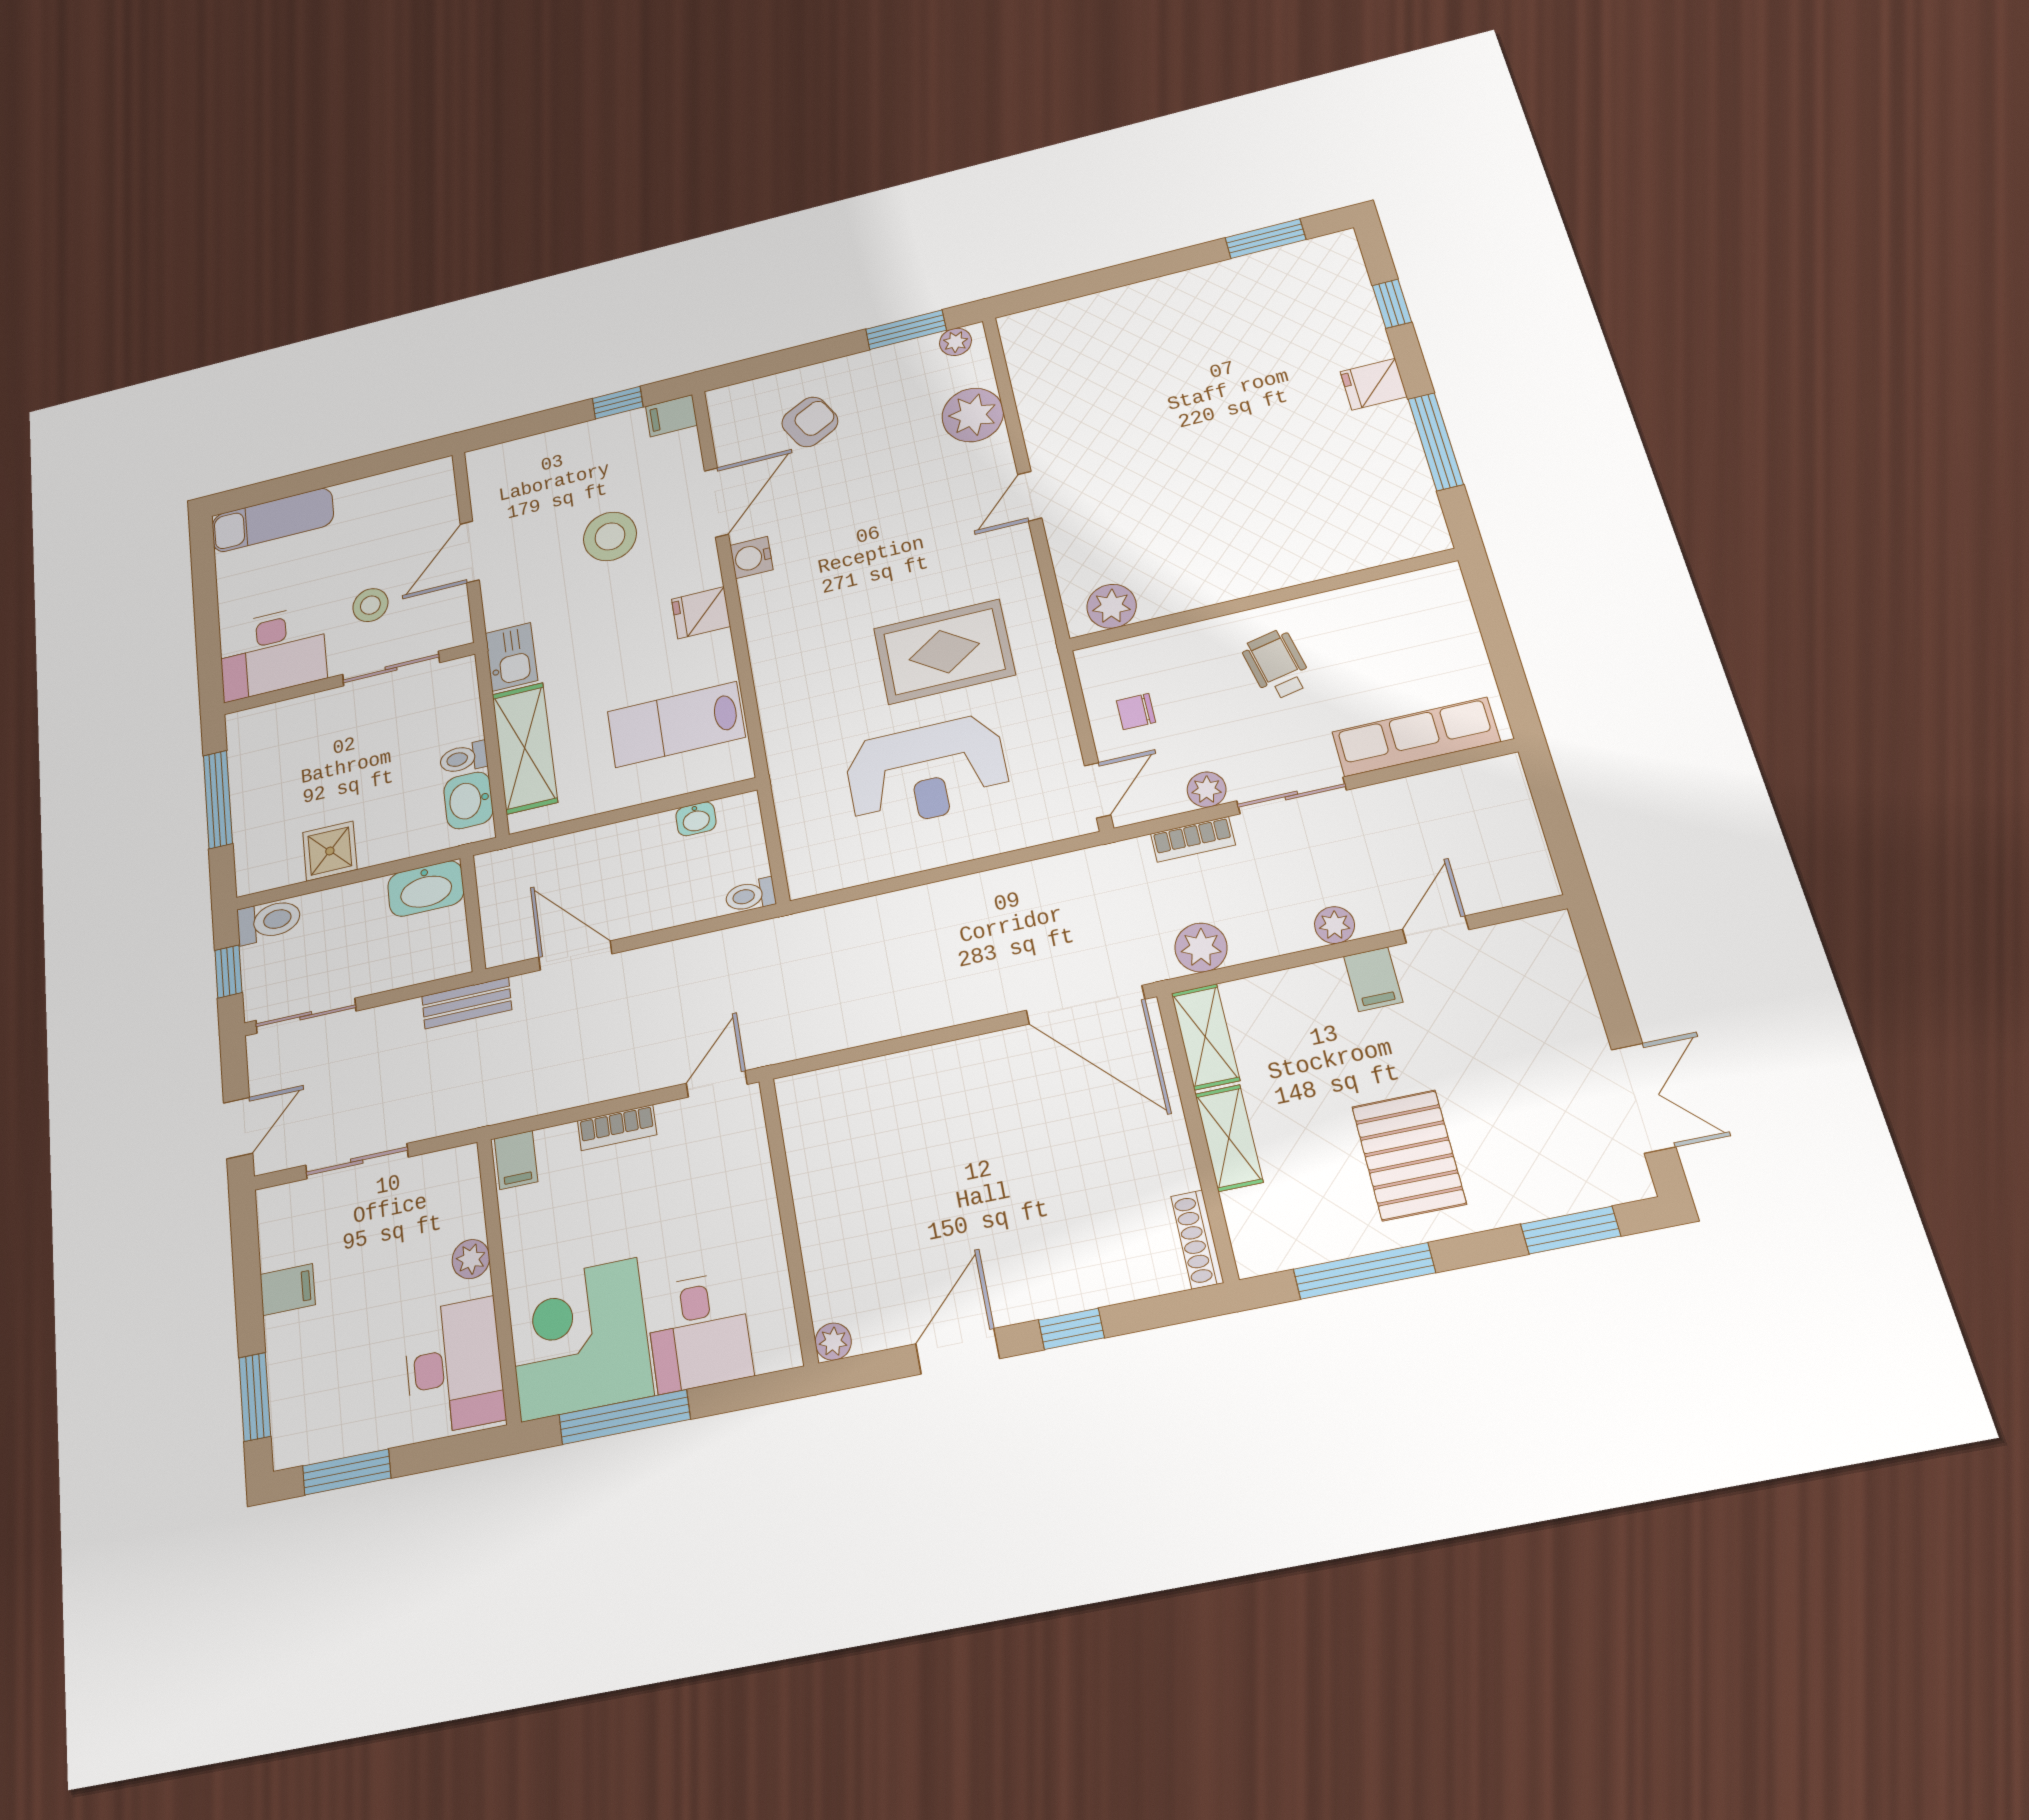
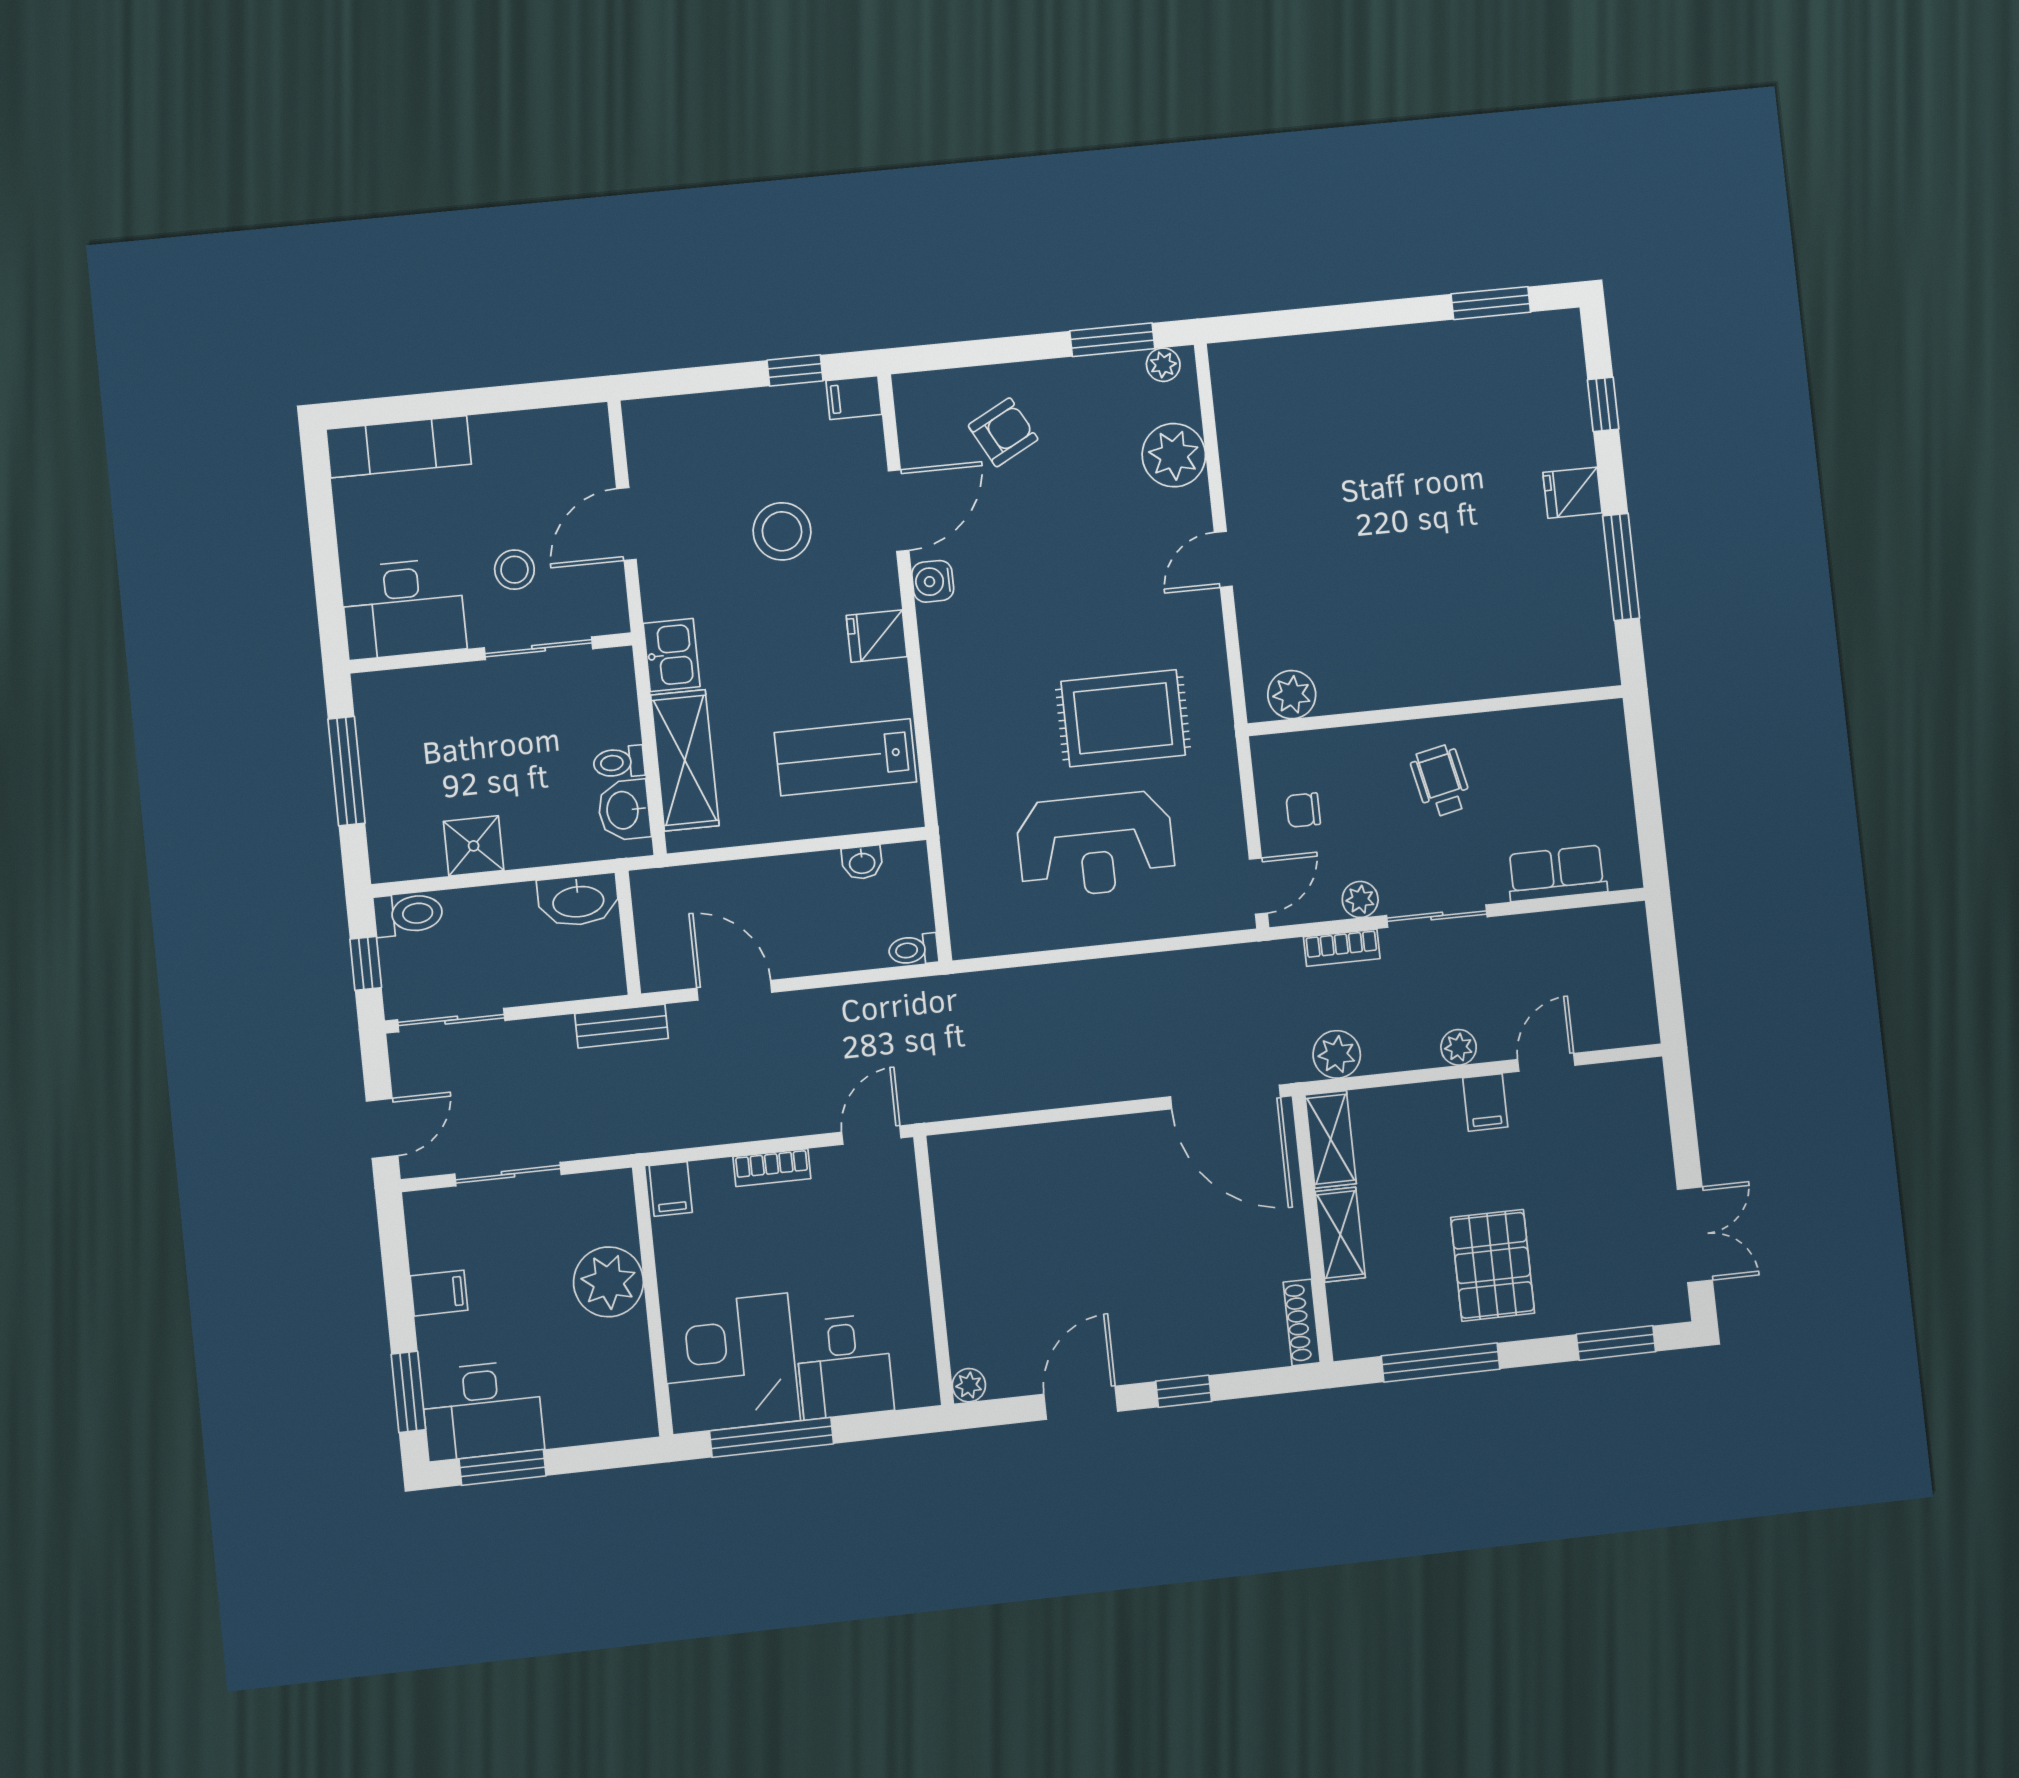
row of seats: (1416, 737) -> (1557, 873), width x0.68
plant: (471, 1259) -> (608, 1282), width x1.88, depth x1.88
desk: (454, 1366) -> (482, 1410), moved, turned 90

